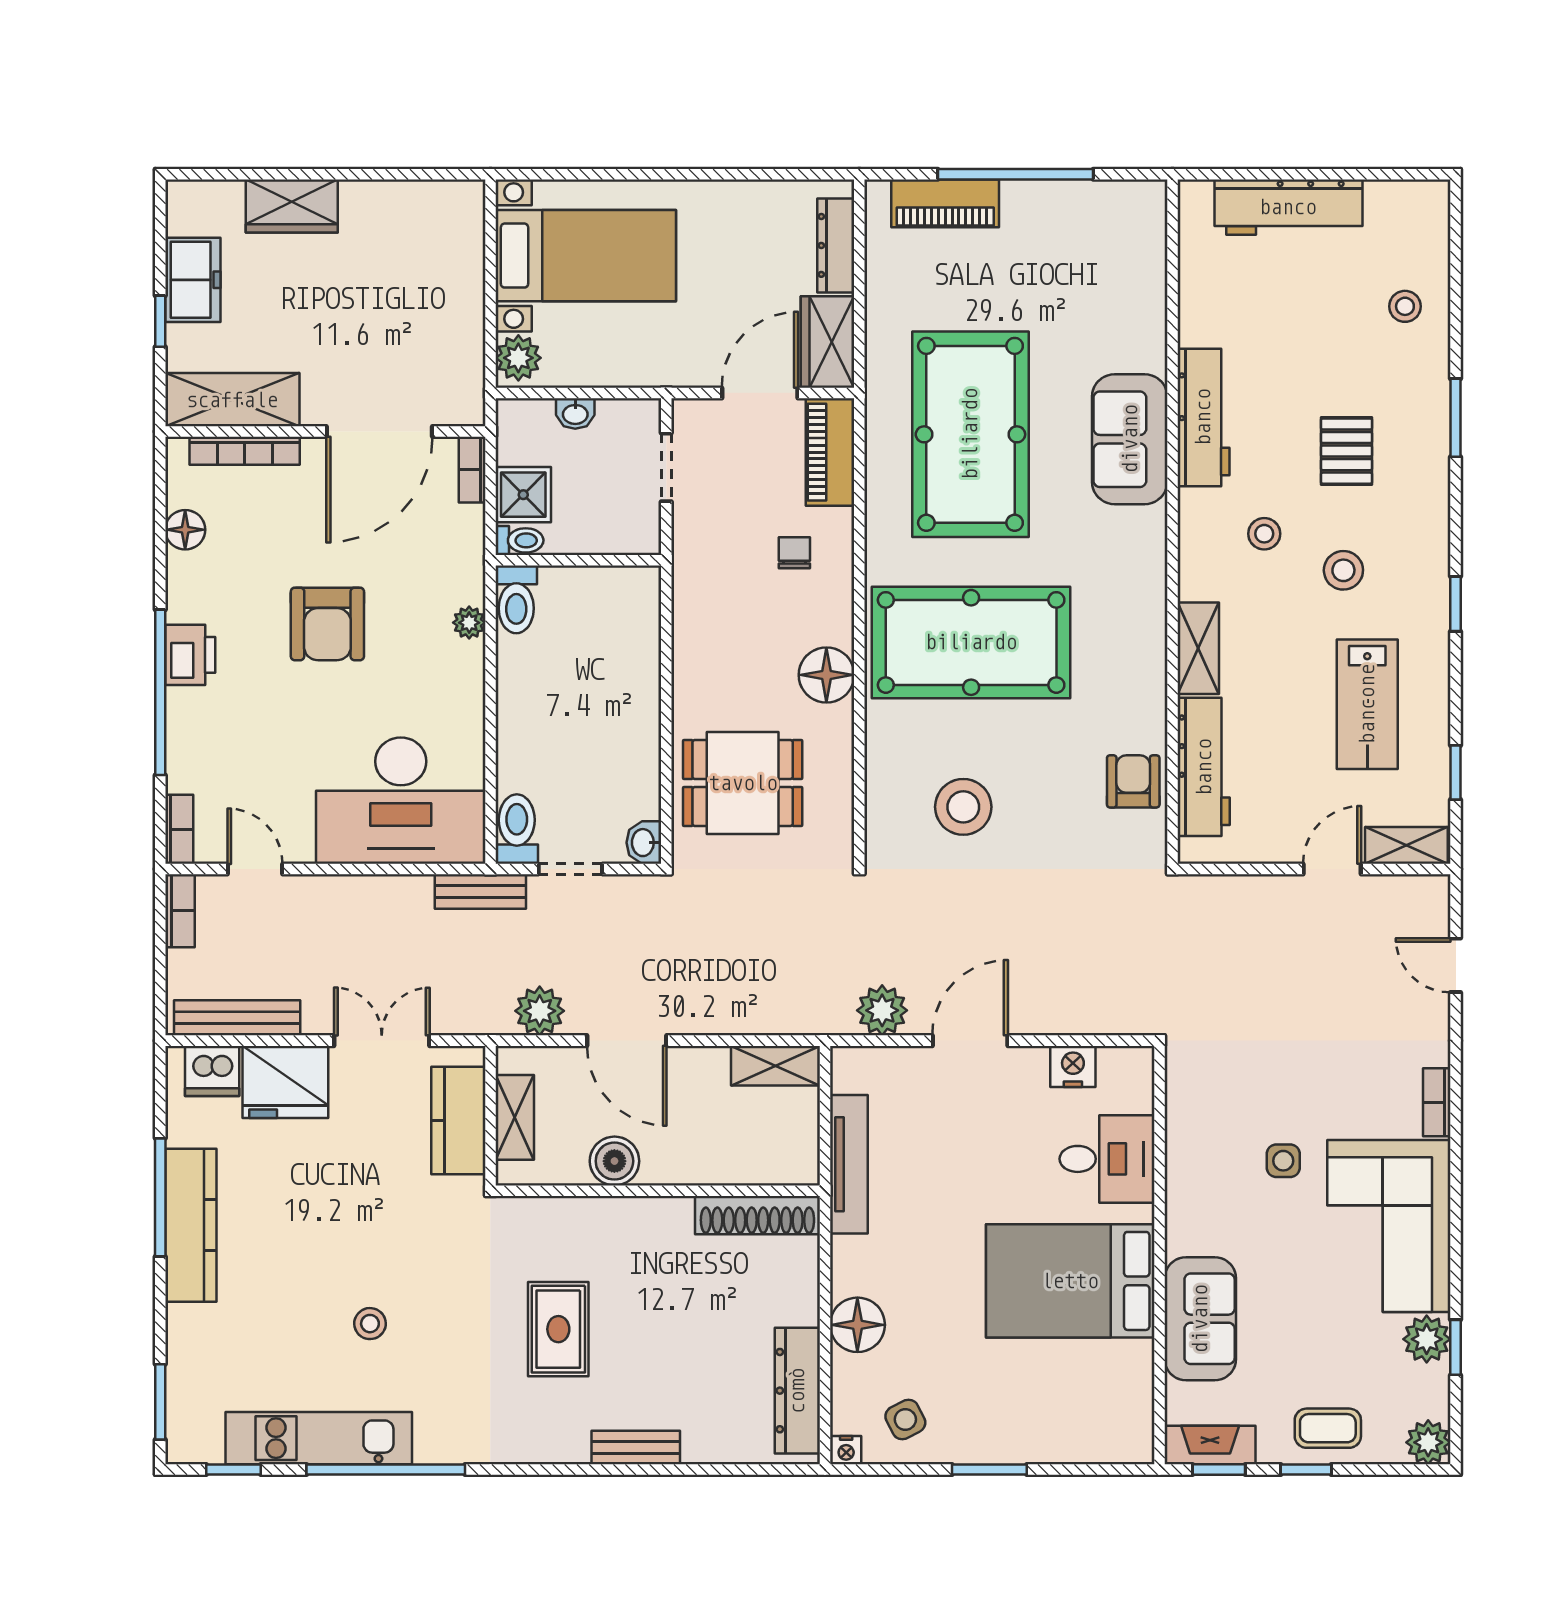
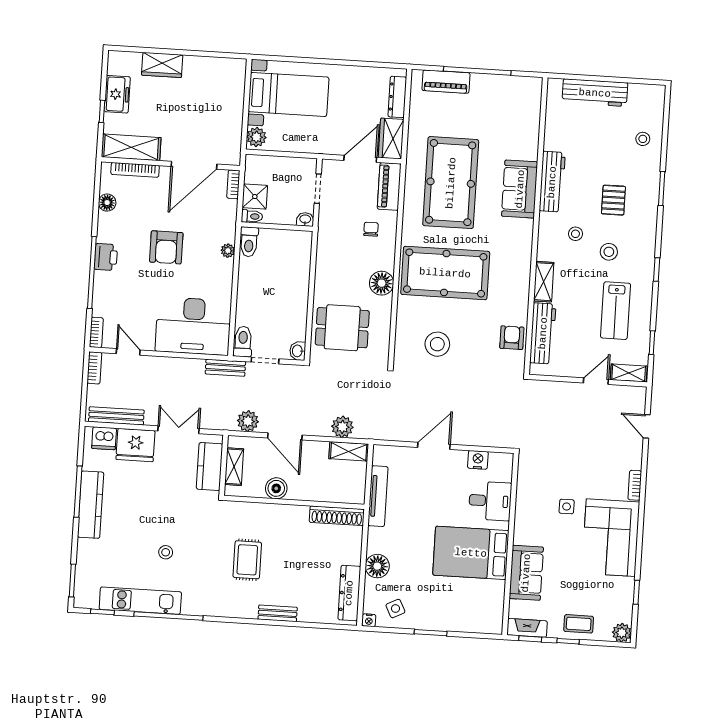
washbasin: (575, 414) -> (305, 219), moved, turned 180
plant: (882, 1010) -> (342, 427), moved
plant: (1427, 1339) -> (624, 588), removed

